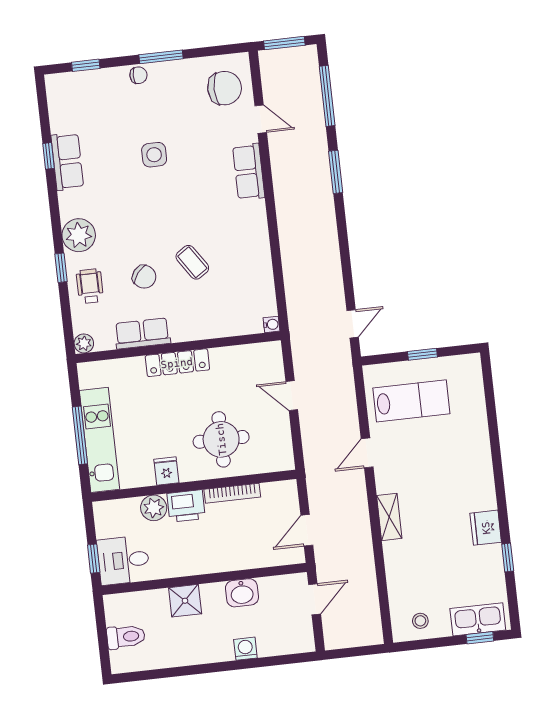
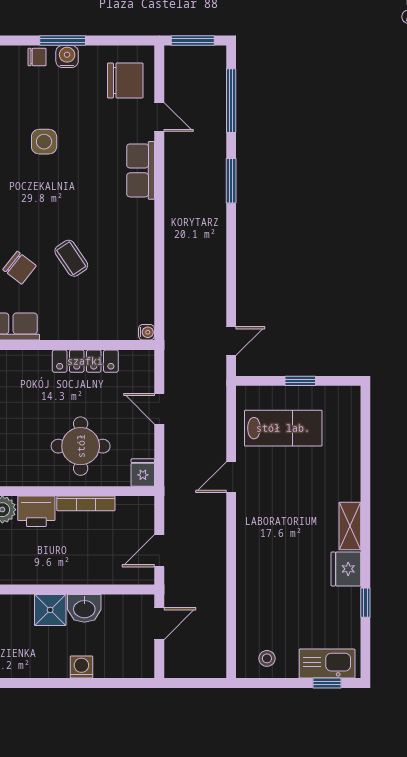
water cooler: (167, 71) -> (67, 56), added
locker: (177, 363) -> (85, 361), moved
fridge: (166, 471) -> (143, 473), moved
shelving: (389, 517) -> (350, 526), moved
shower: (185, 601) -> (50, 610), moved

